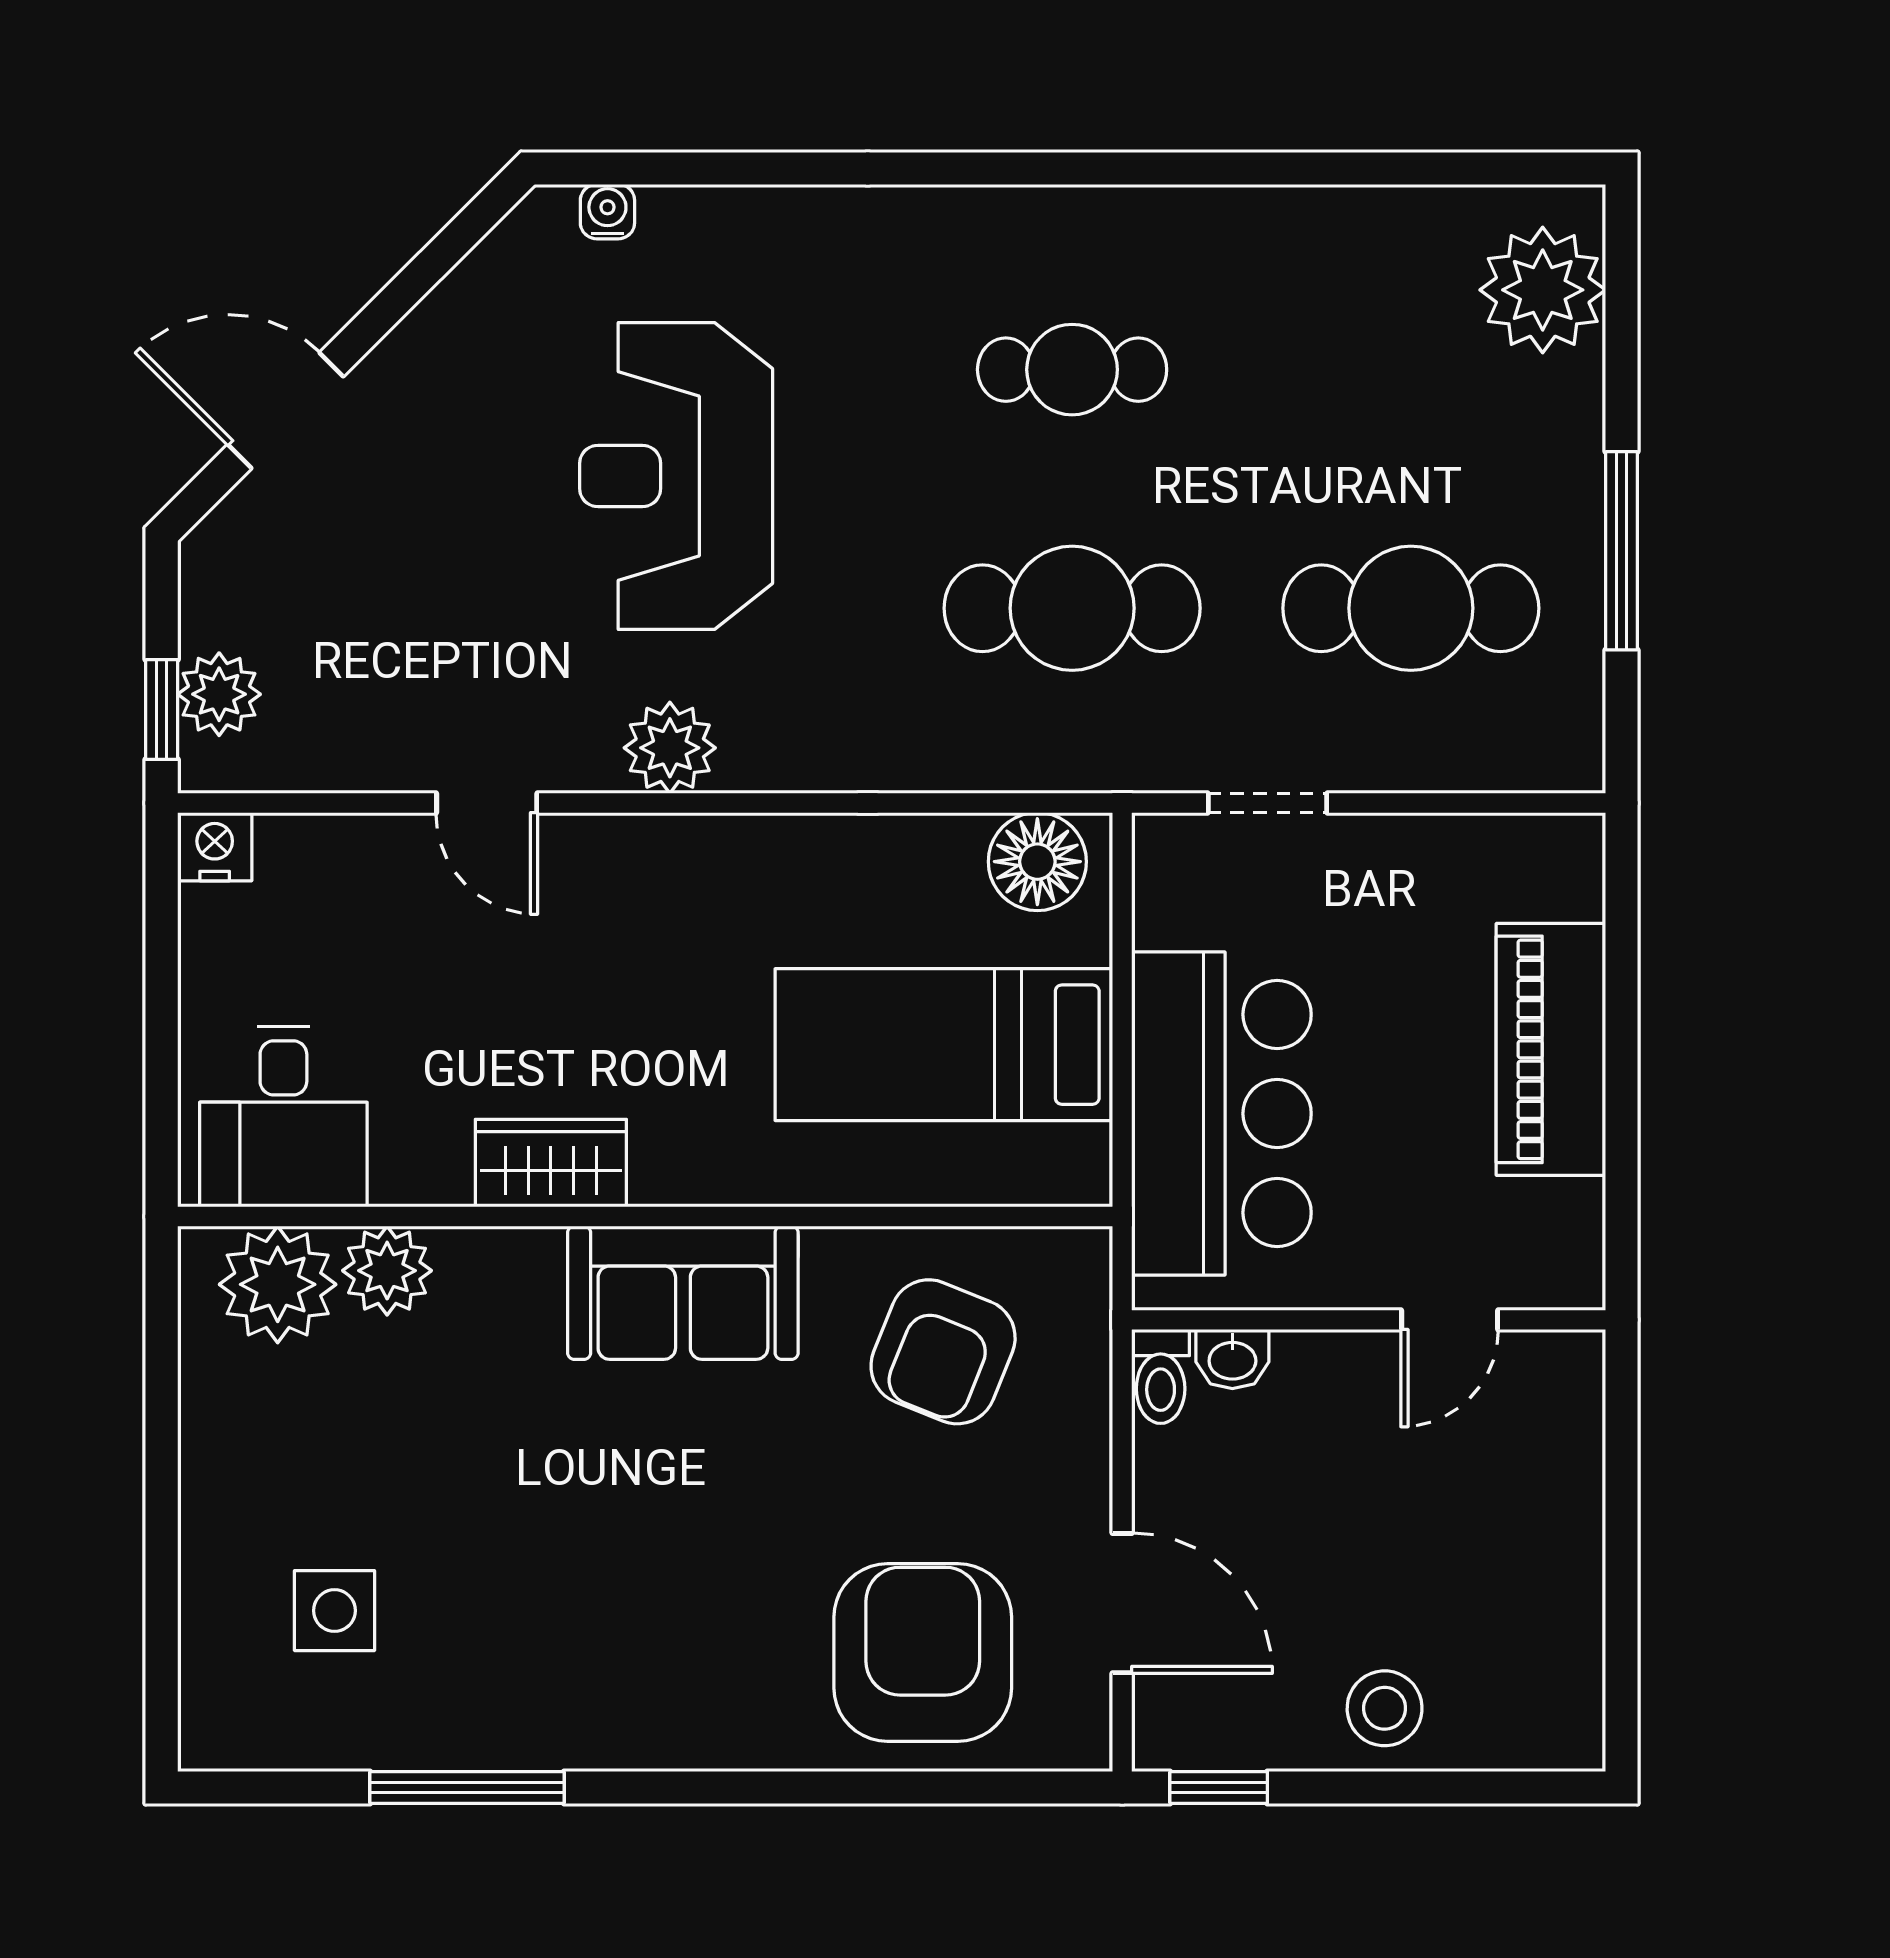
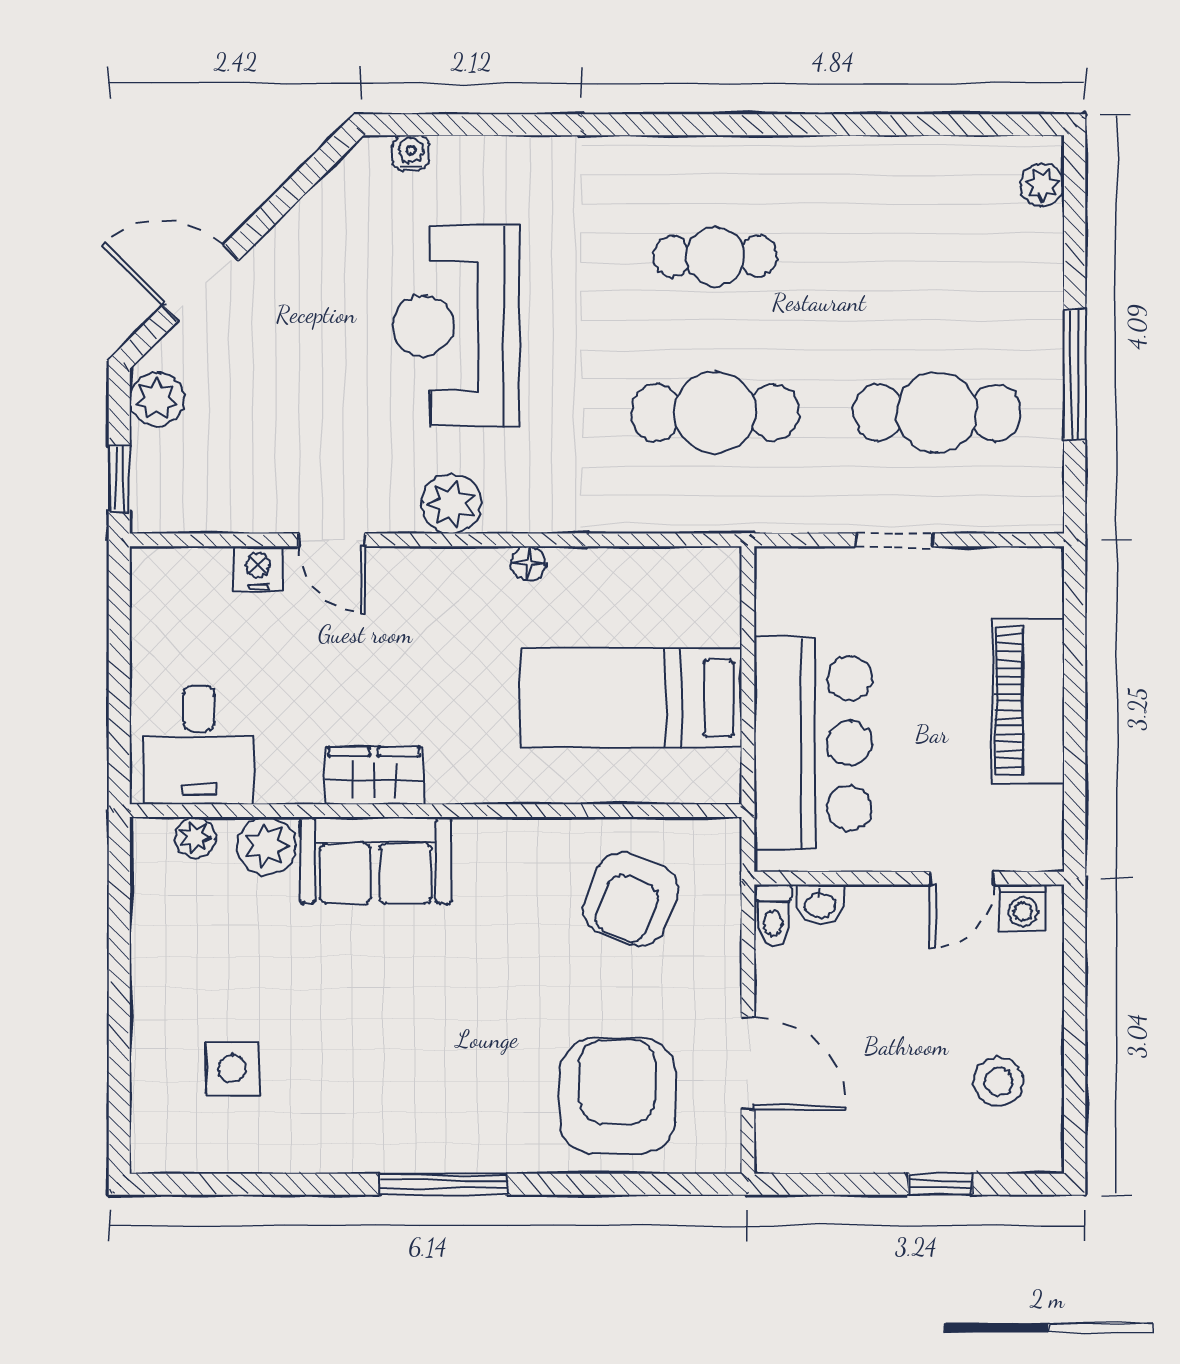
plant: (1543, 290) -> (1042, 185), width x0.53, depth x0.53
plant: (219, 694) -> (157, 399), moved
doorway: (1267, 803) -> (895, 540), moved
nightstand: (215, 847) -> (258, 569), moved
floor lamp: (1037, 862) -> (528, 563), moved, width x0.53, depth x0.53
plant: (278, 1284) -> (195, 837), width x0.53, depth x0.53
sofa: (683, 1293) -> (375, 860), moved
washing machine: (1542, 1364) -> (1023, 907), added
stool: (1385, 1708) -> (999, 1082), moved
window: (467, 1787) -> (443, 1184), moved
window: (1219, 1787) -> (940, 1184), moved

